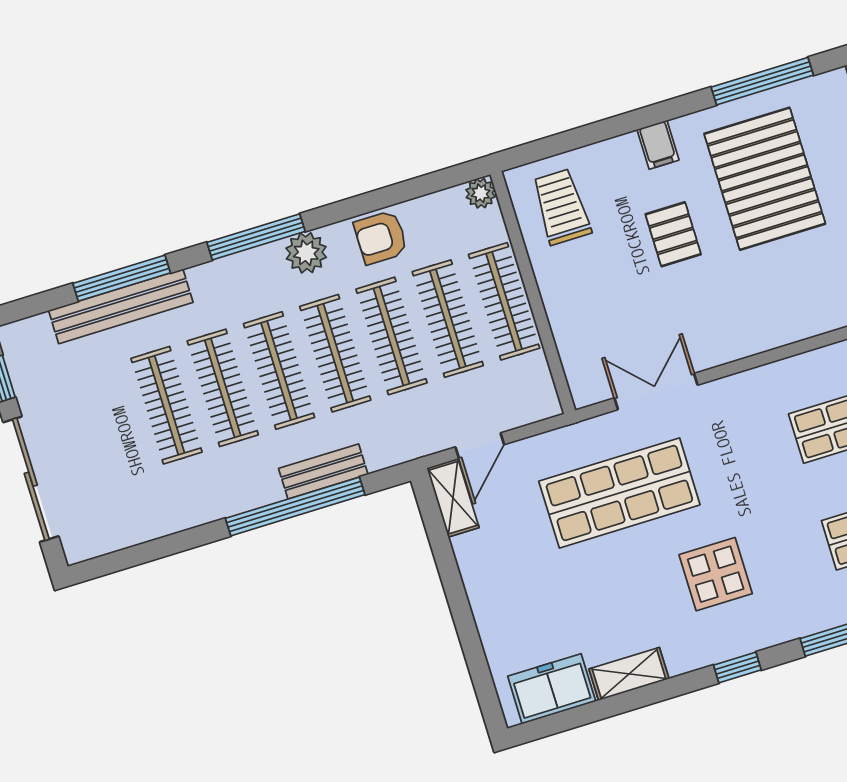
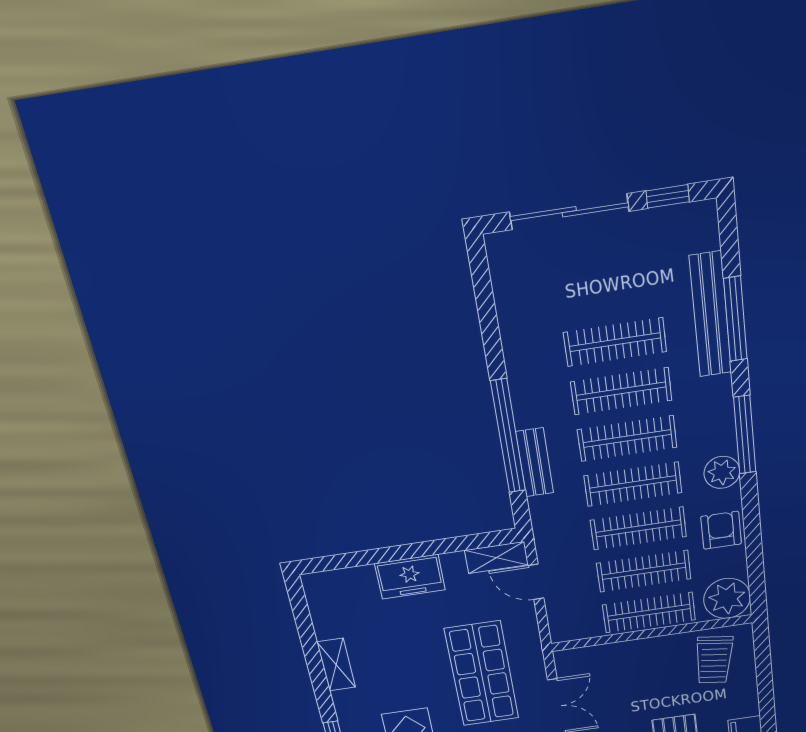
plant: (481, 193) -> (727, 598), width x1.88, depth x1.88
trolley: (561, 207) -> (714, 660), turned 98
freezer: (552, 689) -> (410, 577), moved, turned 90

